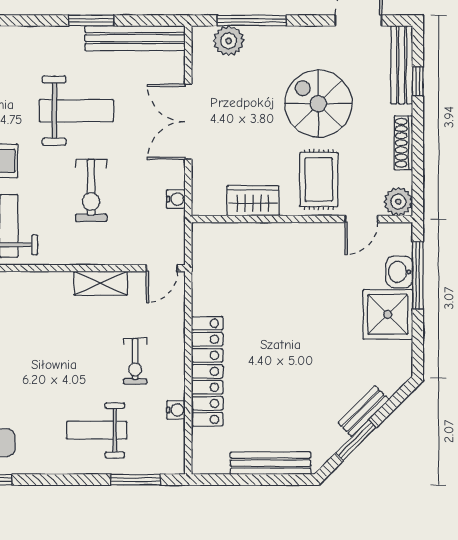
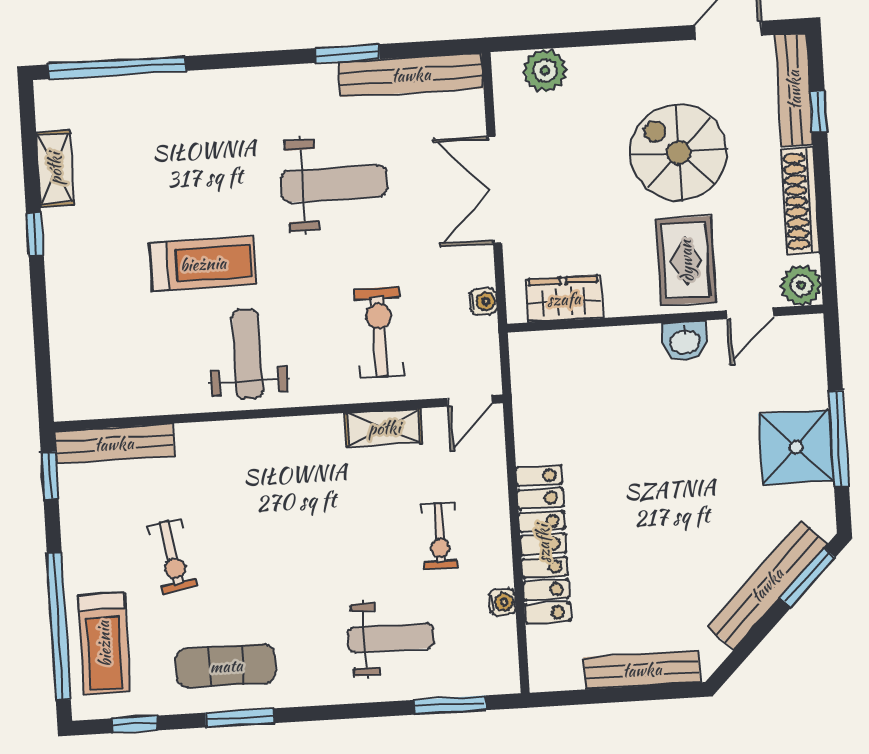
window: (252, 20) -> (576, 40), removed
shoe rack: (403, 143) -> (800, 201), width x1.36, depth x1.24
exercise bike: (91, 190) -> (379, 332), moved, turned 180
wardrobe: (253, 201) -> (564, 299), moved
washbasin: (399, 272) -> (685, 341), moved, turned -90
window: (418, 275) -> (839, 439), moved
bench: (363, 411) -> (767, 585), width x1.86, depth x1.21
weight bench: (97, 430) -> (391, 638), turned 180
window: (356, 440) -> (808, 578), moved

